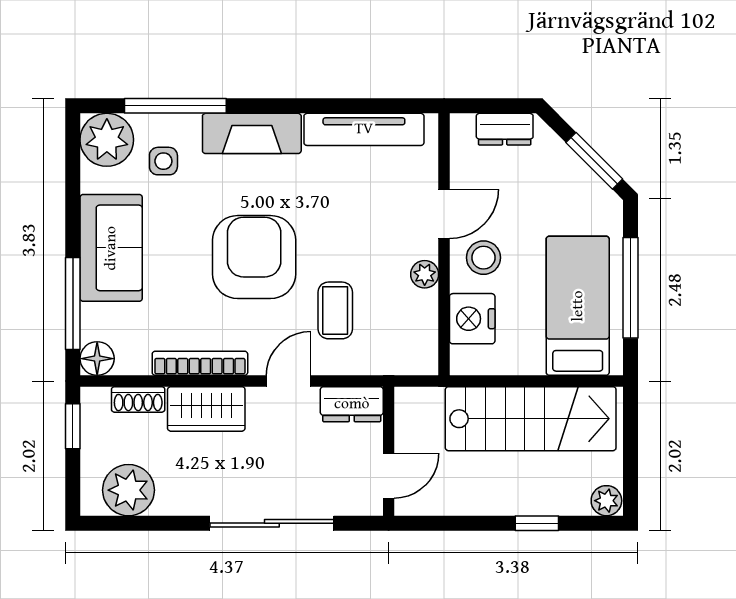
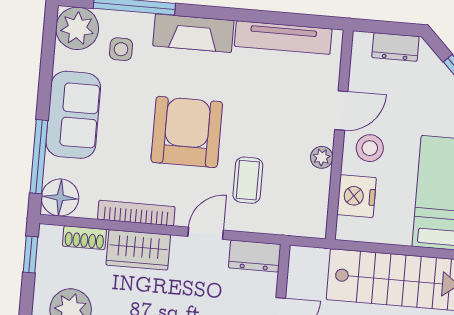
floor lamp: (97, 359) -> (60, 198), width x1.38, depth x1.38

